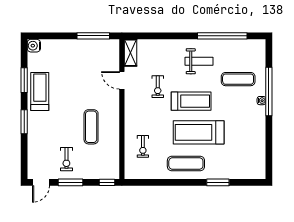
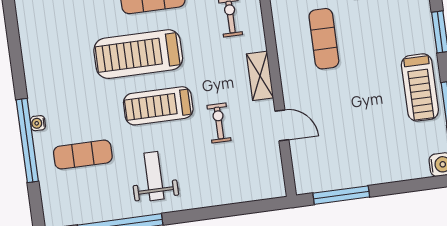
shelving: (131, 53) -> (260, 76), moved
weight bench: (199, 61) -> (154, 176), turned 90
treadmill: (199, 132) -> (138, 54), turned 180

